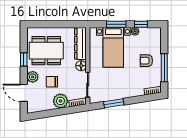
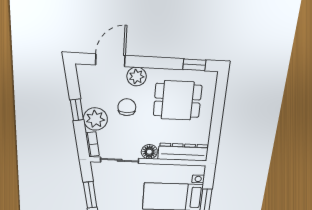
dining table: (46, 51) -> (178, 101), width x0.73
window: (24, 60) -> (194, 65), moved
window: (55, 112) -> (77, 110), added

